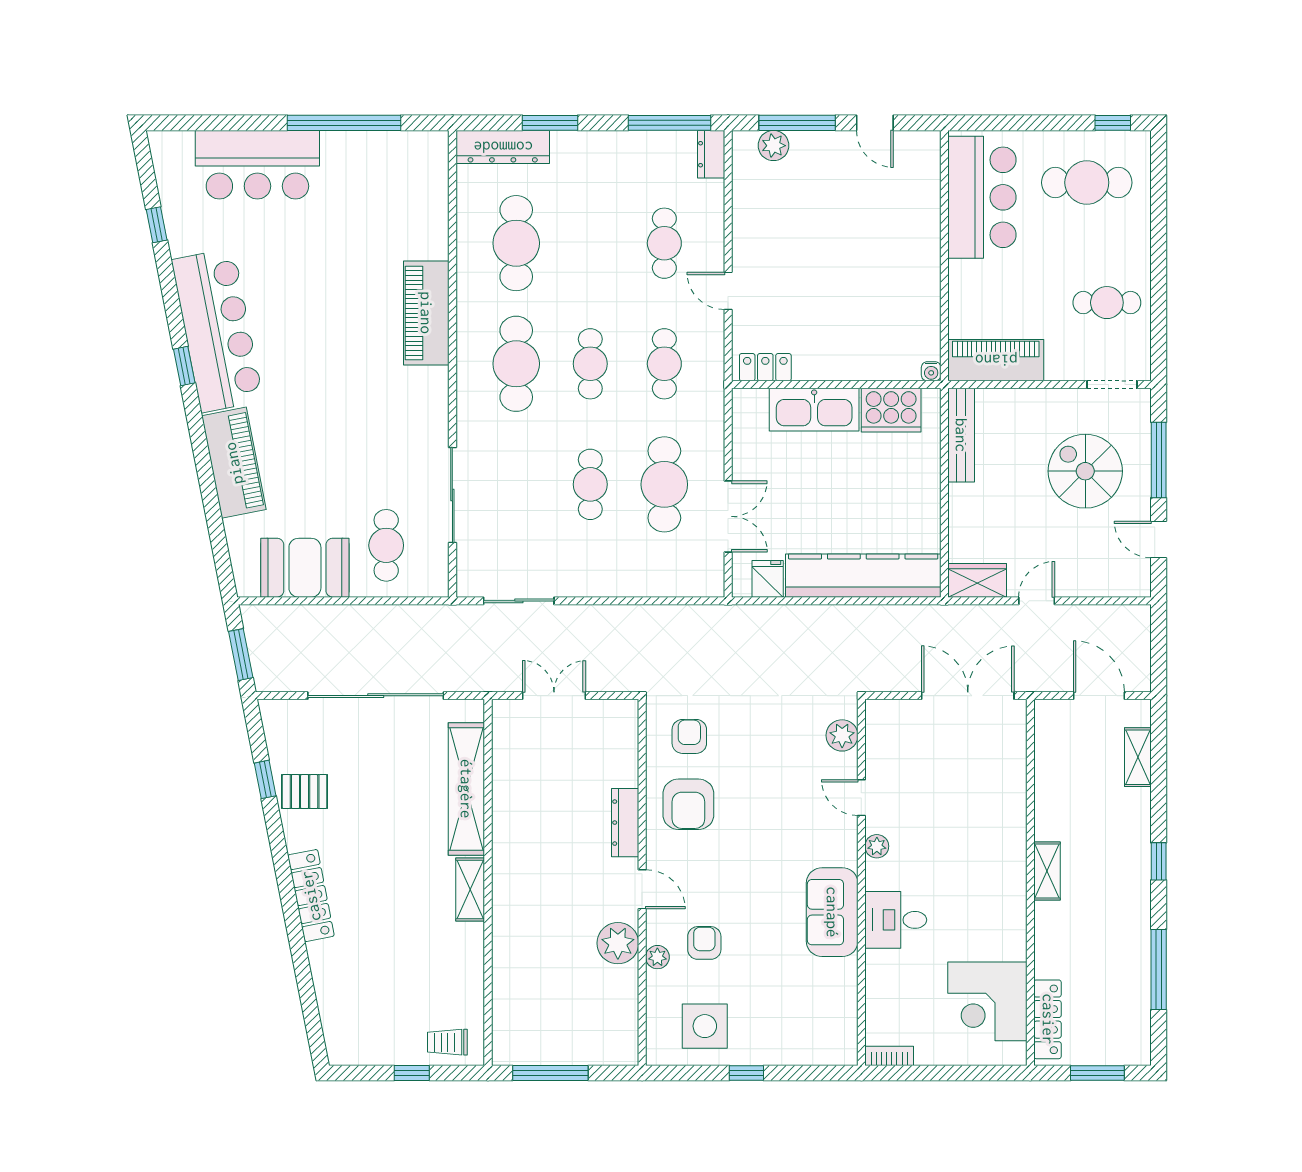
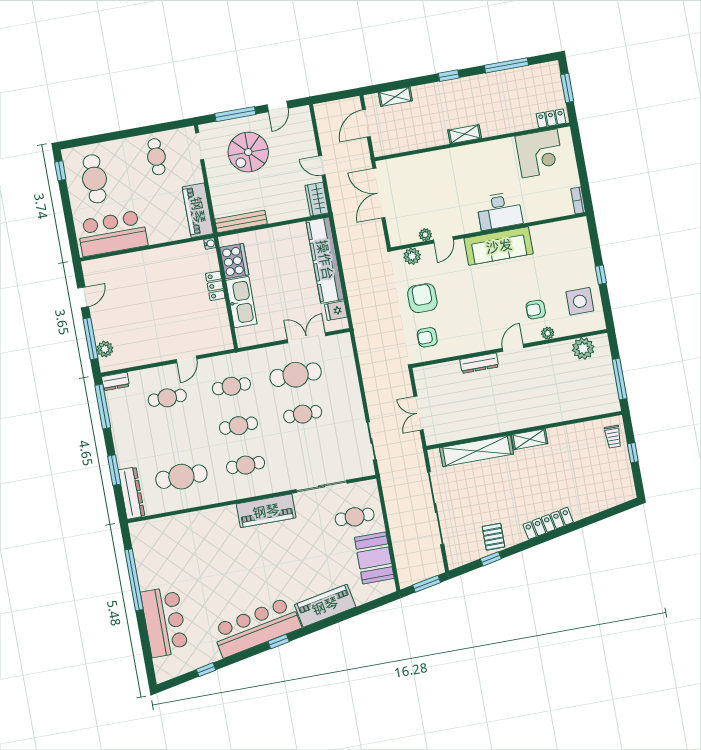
piano: (426, 313) -> (266, 511), moved
cafe table: (516, 364) -> (246, 465), width x0.73, depth x0.74
locker: (765, 367) -> (215, 286), moved
armchair: (688, 804) -> (422, 298), moved, turned -90
plant: (877, 846) -> (425, 235), moved
sofa: (832, 912) -> (499, 246), width x1.36
desk: (896, 920) -> (499, 211), width x1.37
plant: (618, 943) -> (583, 348), moved
locker: (1048, 1019) -> (551, 118), width x0.66

